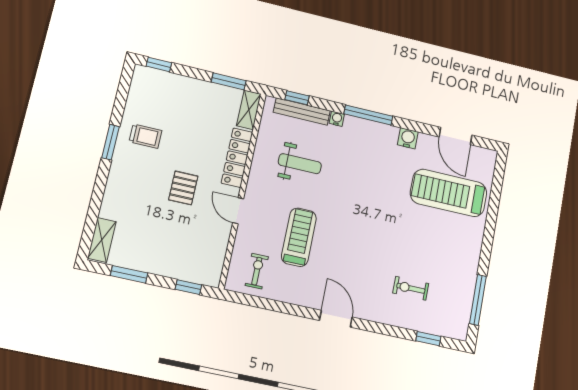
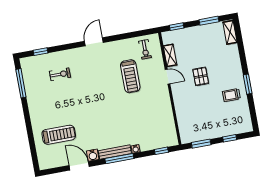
window: (159, 64) -> (230, 138), moved
shelving: (249, 110) -> (170, 55), moved
bench: (302, 111) -> (115, 152), moved
door: (455, 136) -> (79, 166), moved
locker: (237, 158) -> (180, 104), removed
weight bench: (300, 164) -> (145, 116), removed
treadmill: (449, 193) -> (59, 135), width x0.73, depth x0.73
door: (336, 319) -> (94, 42), swing flipped

